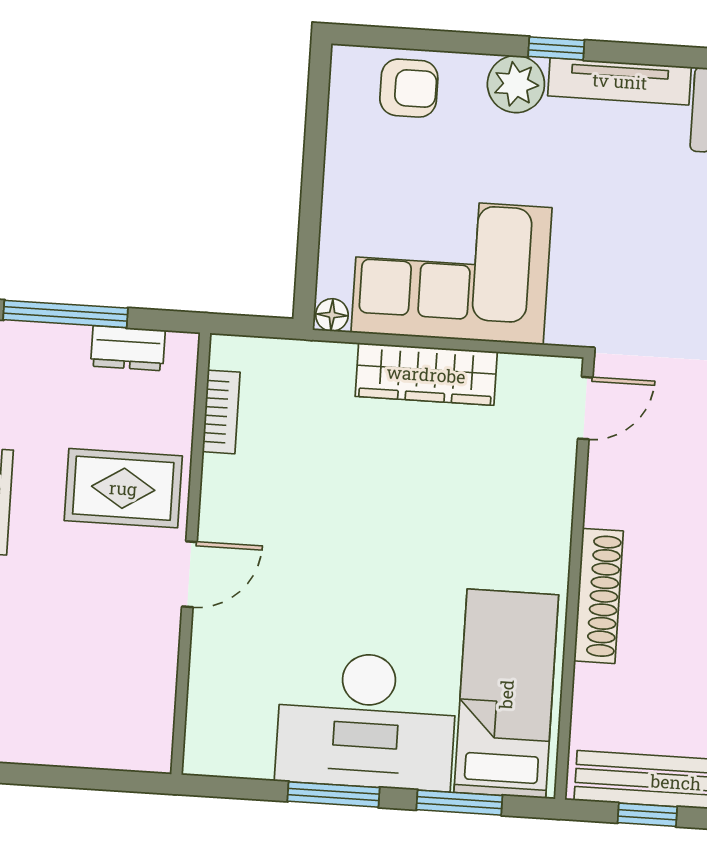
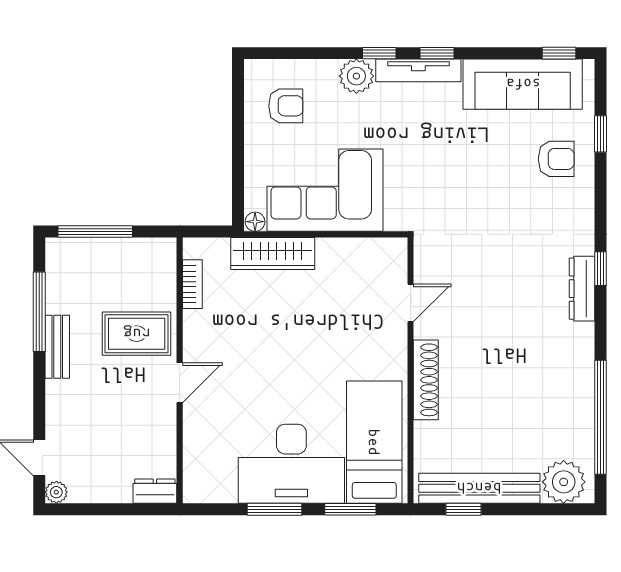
window: (652, 55) -> (437, 53), added
armchair: (409, 88) -> (286, 106), moved
dresser: (128, 348) -> (155, 491), moved, turned 180
wardrobe: (426, 374) -> (273, 253), moved
door: (585, 408) -> (411, 303), moved

